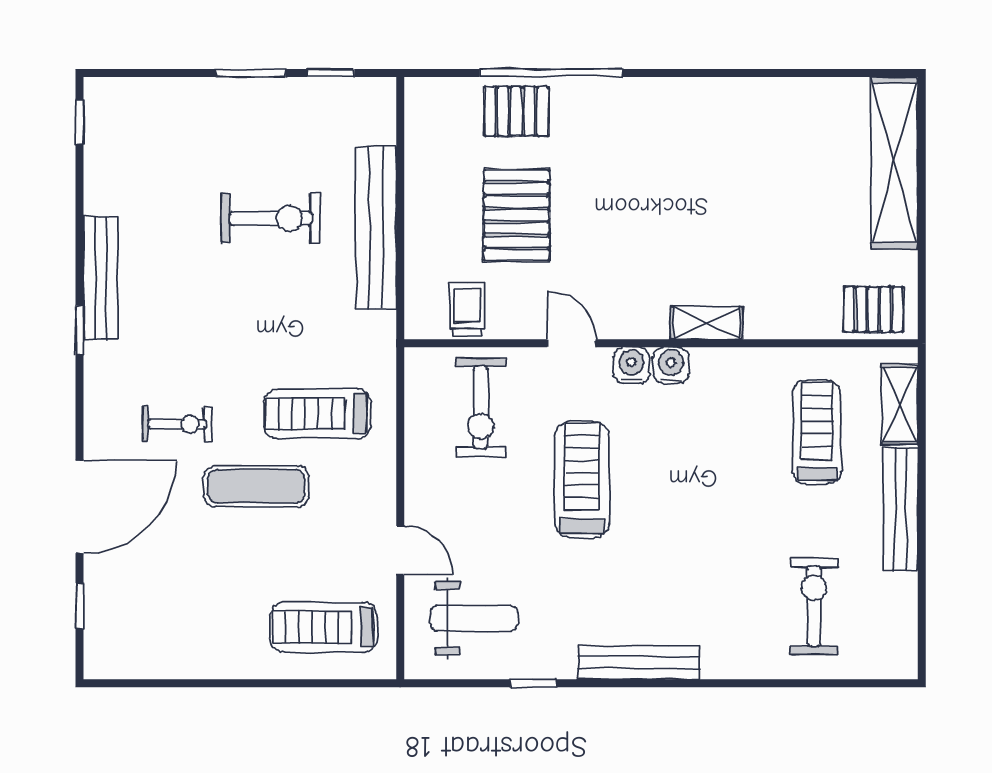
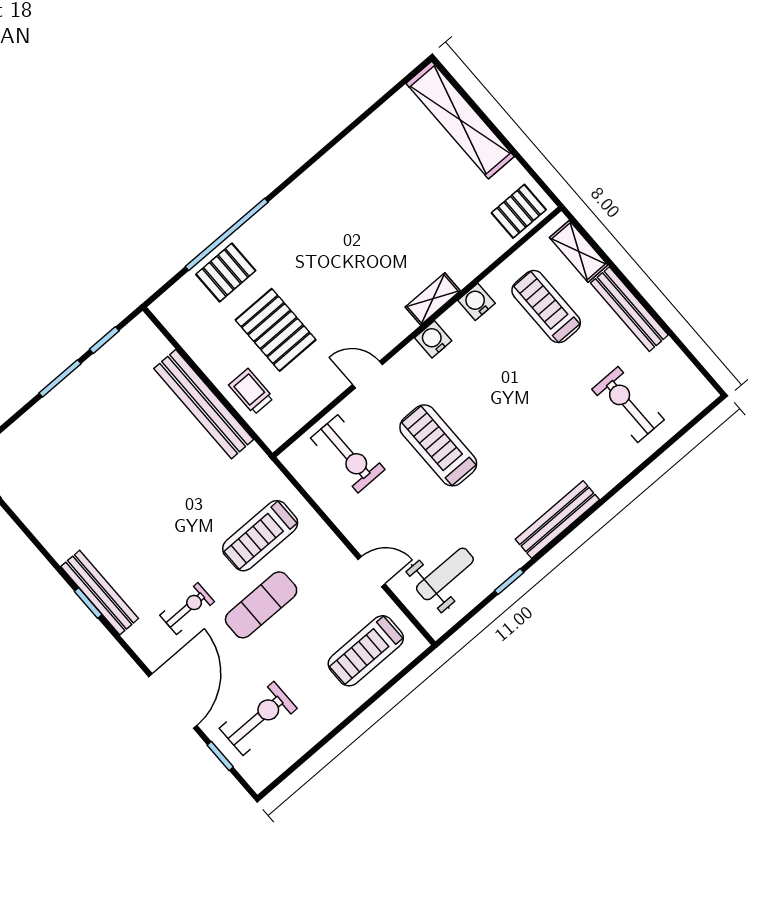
exercise bike: (271, 218) -> (258, 718), moved
bench: (101, 278) -> (100, 593), moved
trolley: (467, 309) -> (251, 392), moved
water cooler: (631, 365) -> (477, 302), moved

